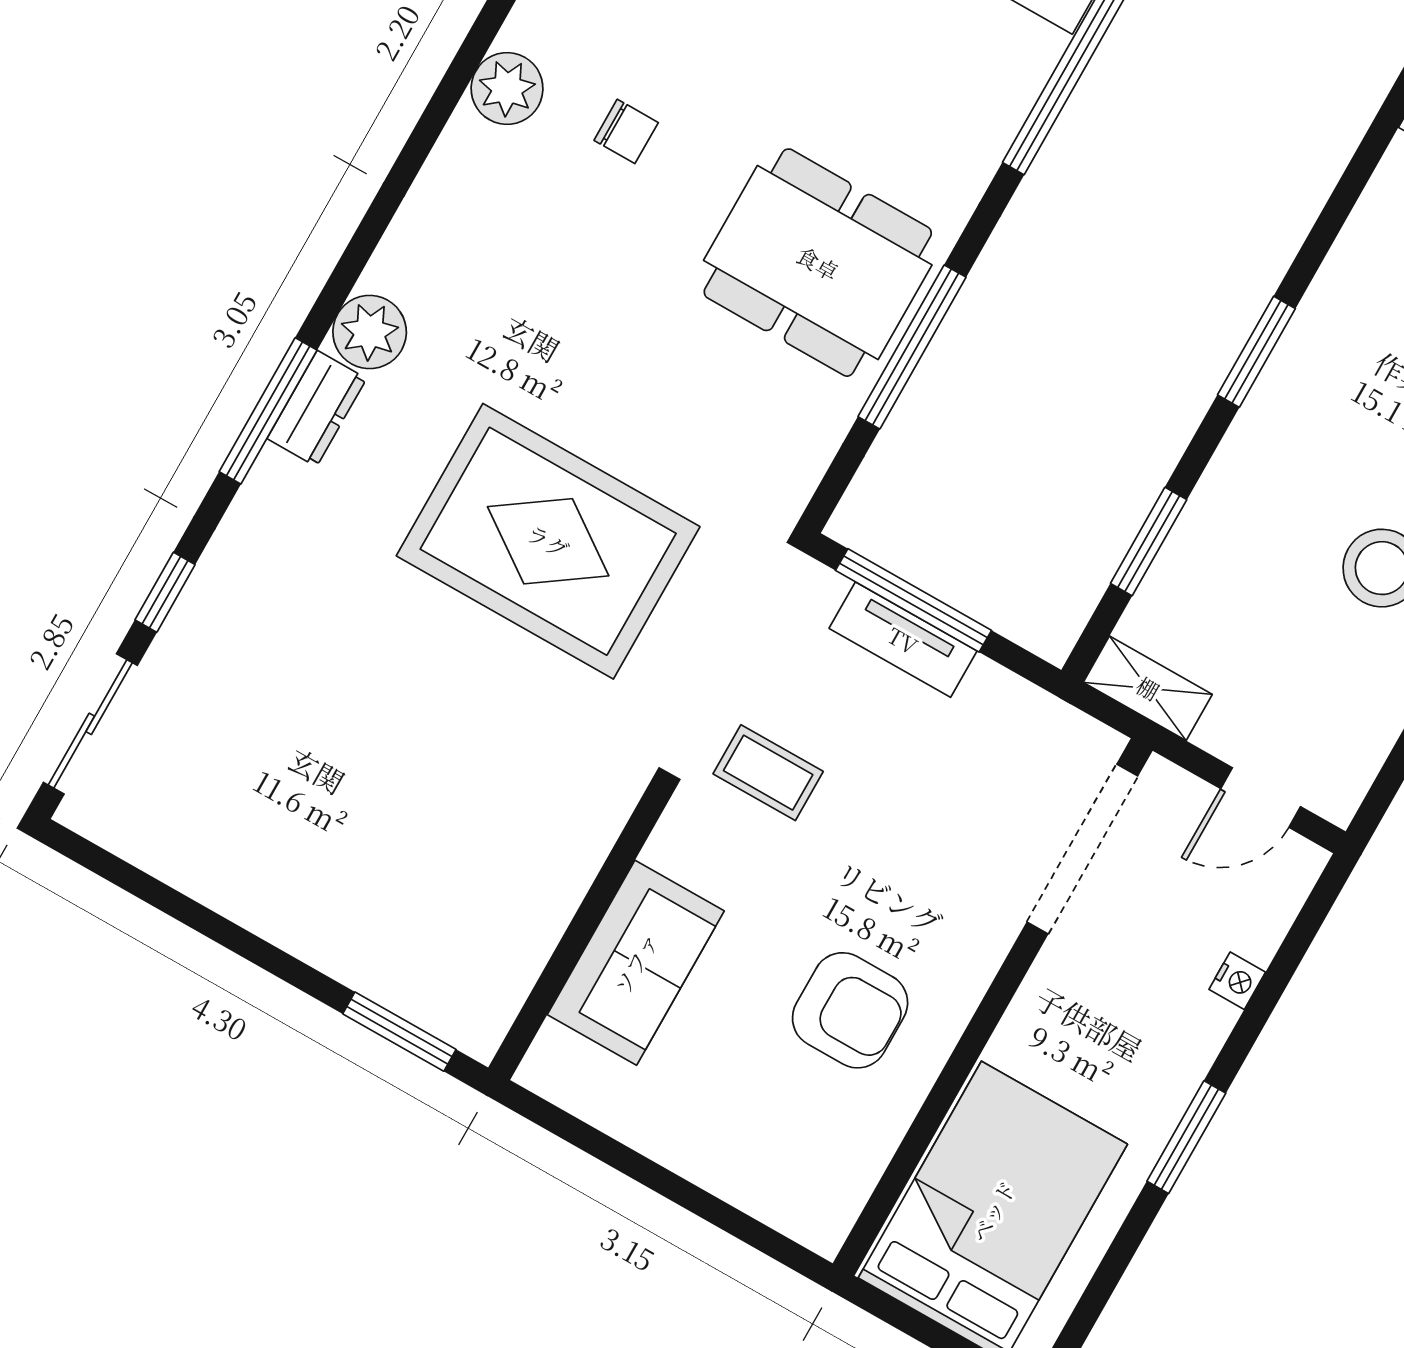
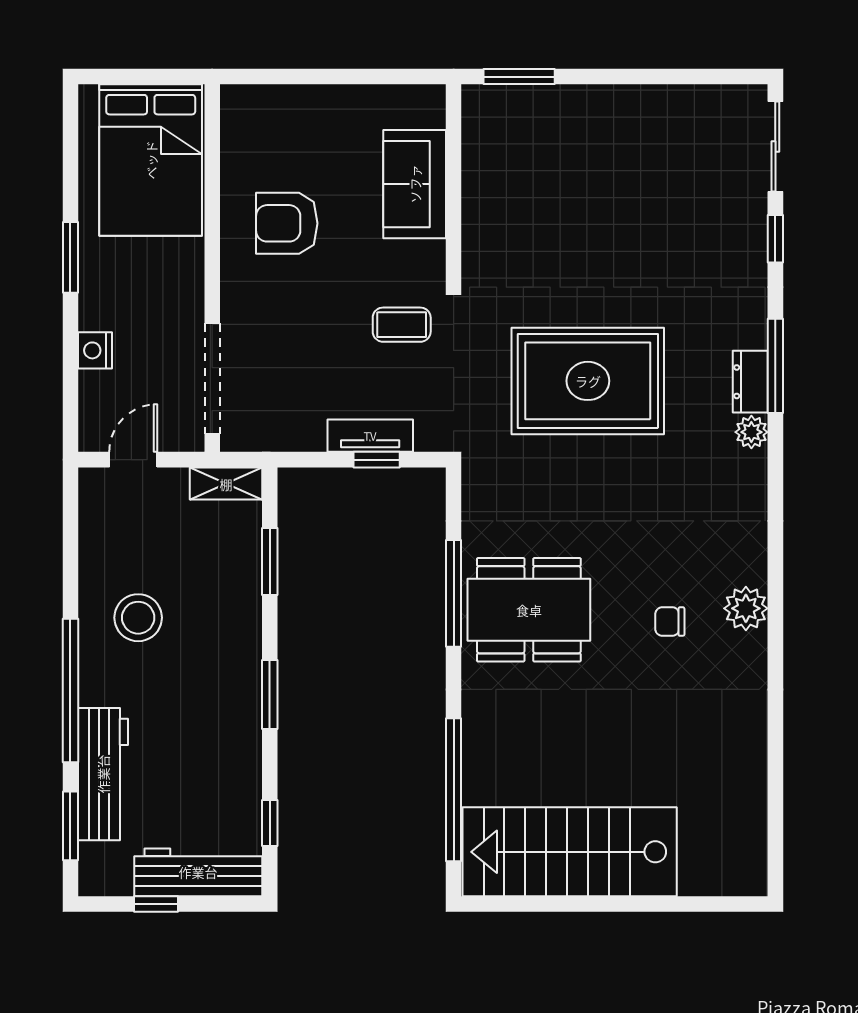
window: (1361, 168) -> (270, 823), added
plant: (370, 332) -> (751, 432), width x0.73, depth x0.73
window: (913, 600) -> (377, 460), width x0.46
nightstand: (1237, 981) -> (95, 350), width x1.39, depth x1.35

